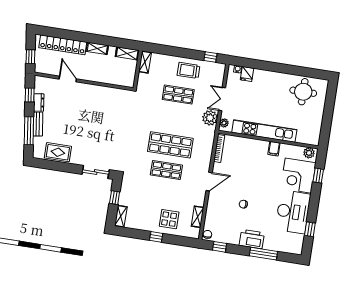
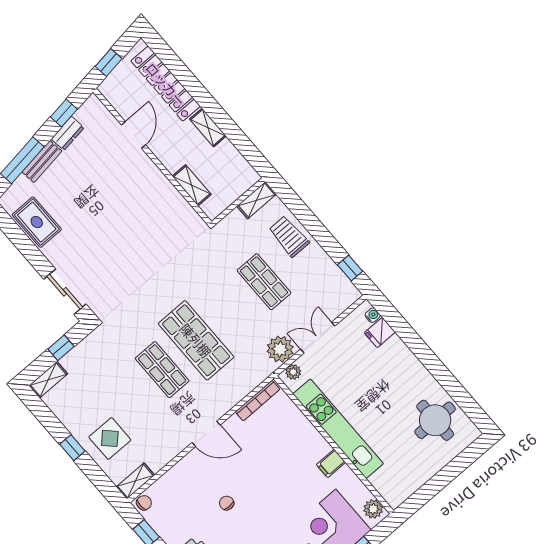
shelving: (127, 53) -> (192, 185), moved
trolley: (189, 70) -> (289, 236), moved
shelving: (197, 217) -> (135, 481), moved

